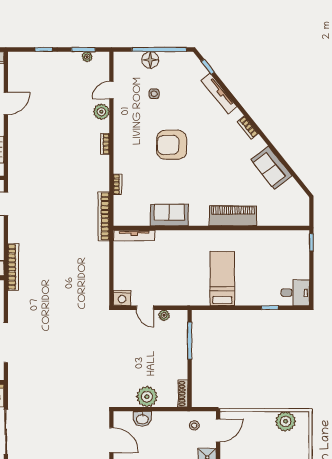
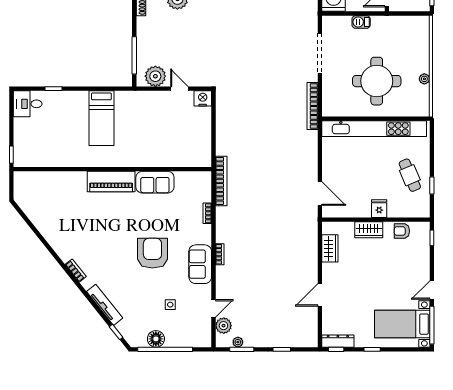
floor lamp: (150, 60) -> (156, 339), moved
plant: (101, 112) -> (224, 326), moved
armchair: (172, 145) -> (152, 253), turned -90
sofa: (271, 168) -> (200, 264), moved, turned -141
piano: (233, 216) -> (111, 181), moved
tv unit: (134, 235) -> (190, 162), removed
bookcase: (13, 267) -> (313, 106), moved
plant: (164, 315) -> (155, 76), width x1.88, depth x1.88

